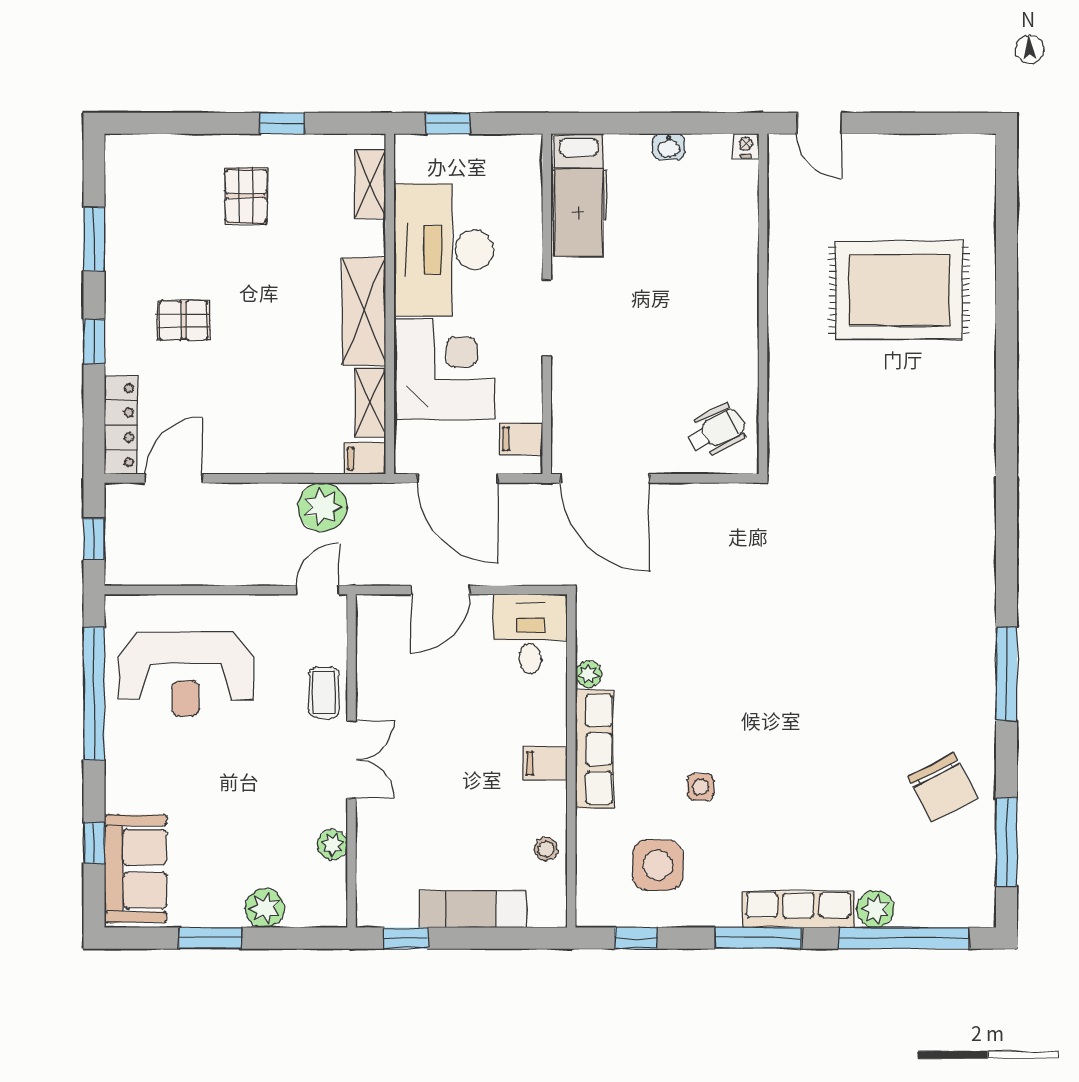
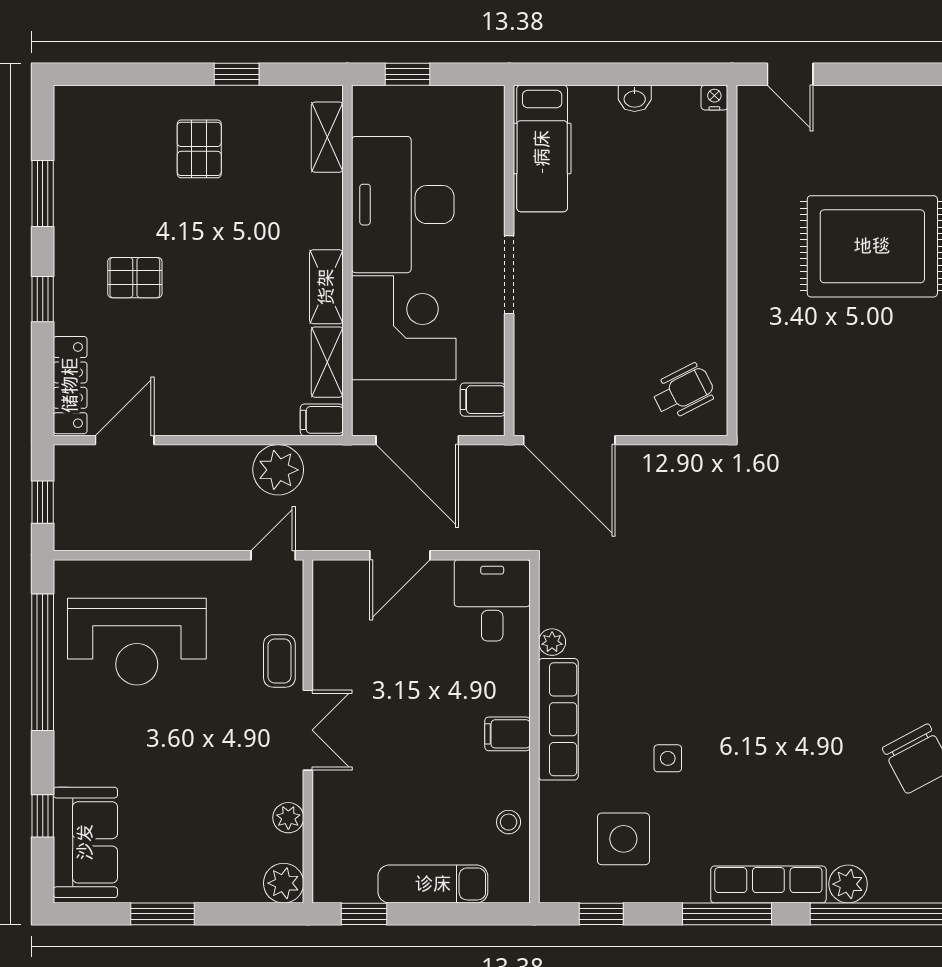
shelving: (364, 311) -> (326, 287), width x0.67, depth x0.75
plant: (265, 908) -> (284, 883), moved

